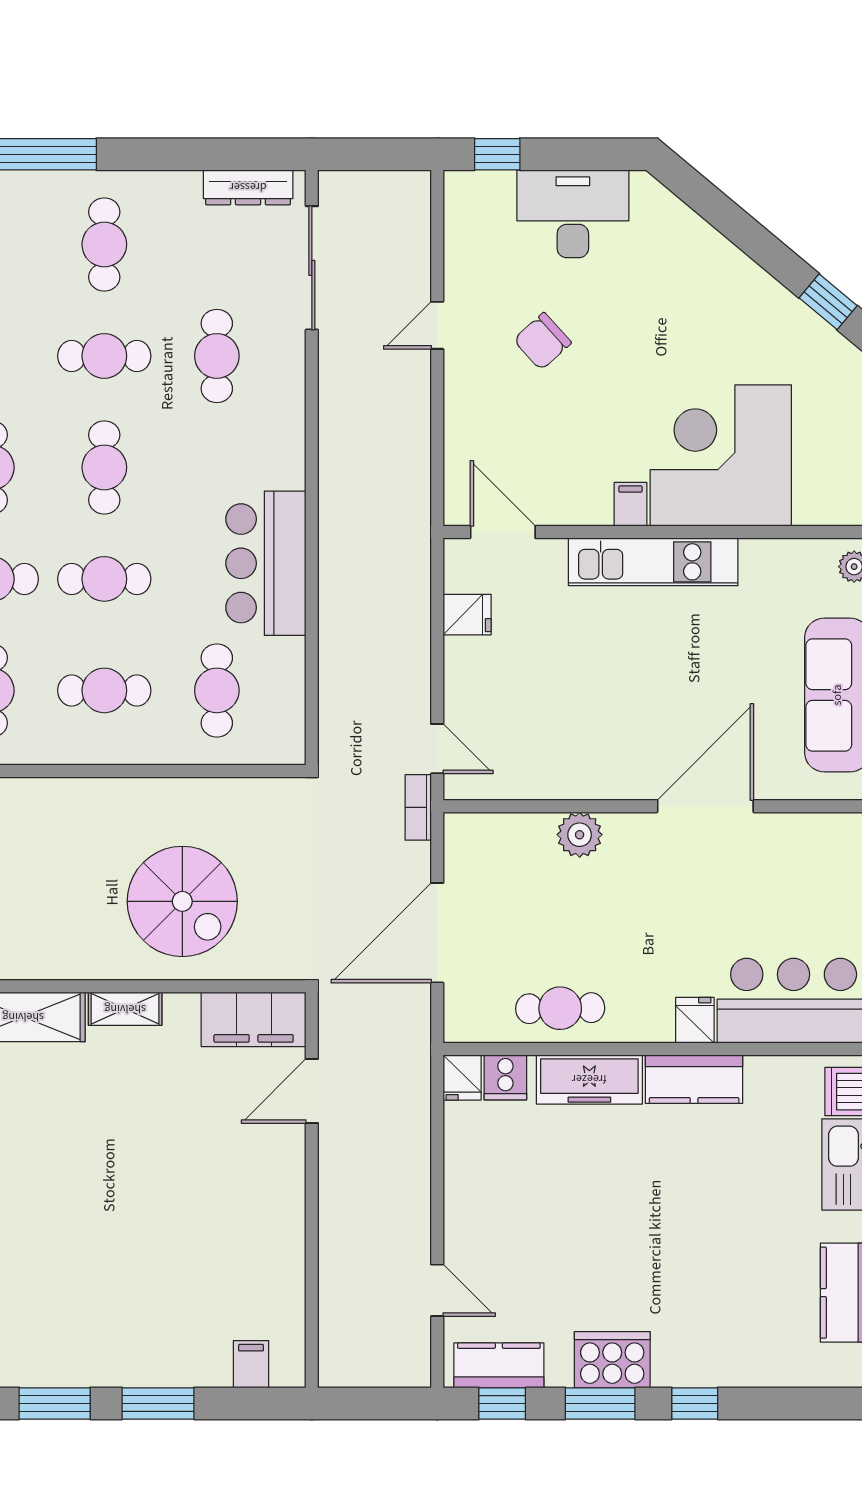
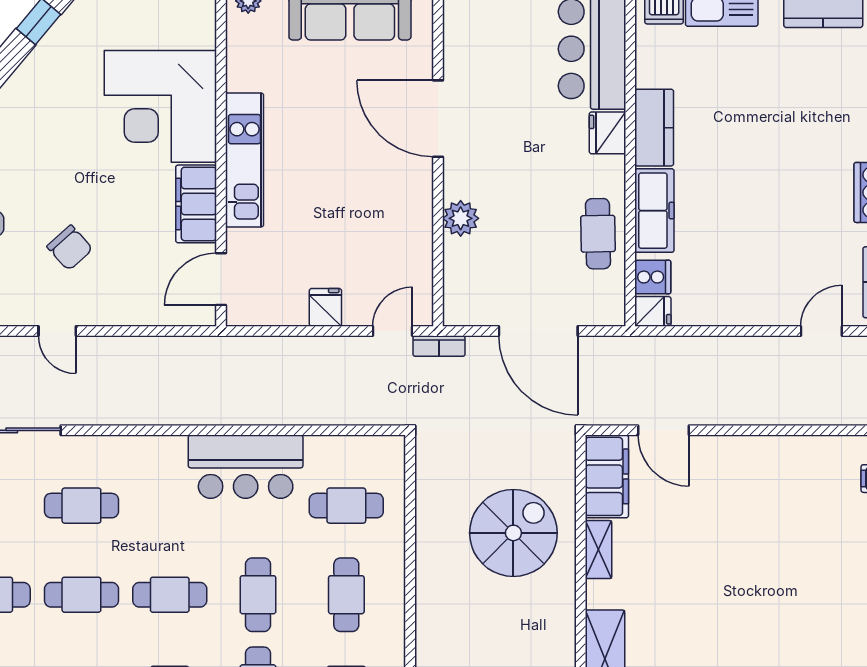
cafe table: (104, 356) -> (81, 595), turned 90
filing cabinet: (631, 504) -> (196, 204), width x3.00, depth x1.17
fridge: (467, 615) -> (325, 307), moved
shelving: (125, 1009) -> (598, 550), moved
fridge: (695, 1020) -> (608, 133), width x1.38

